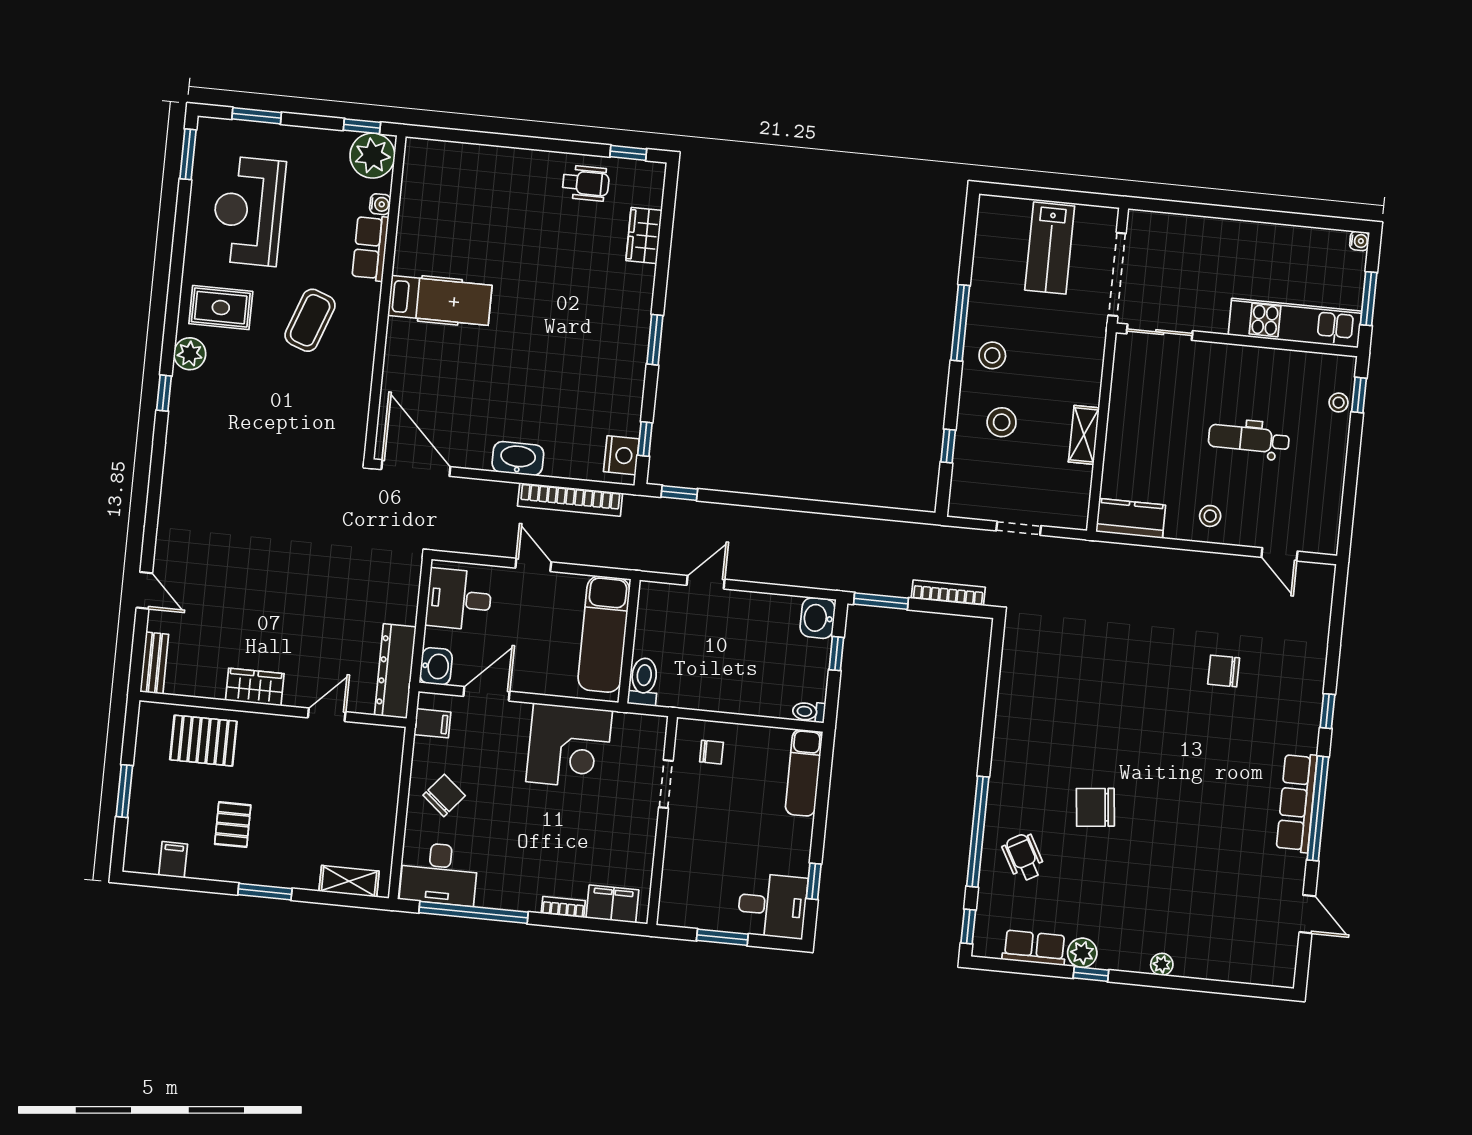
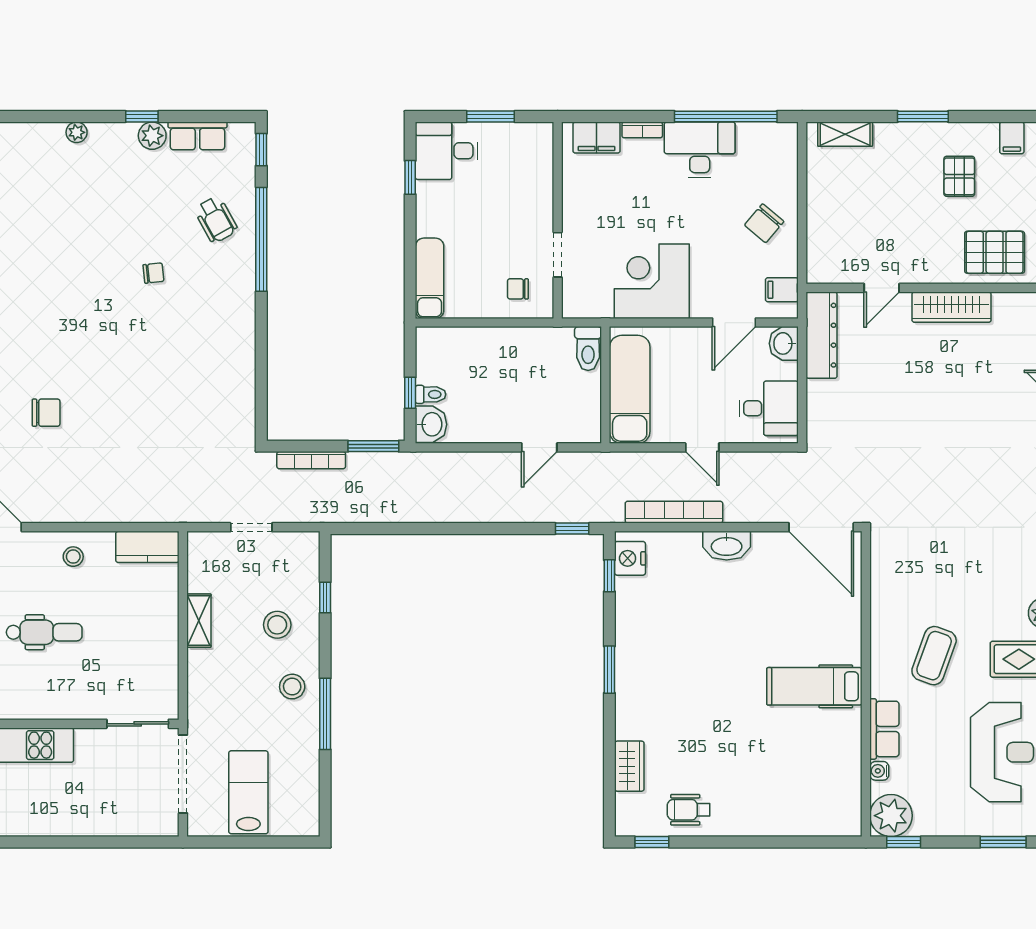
wardrobe: (255, 687) -> (952, 307), width x1.50
toilet: (809, 712) -> (431, 394), moved
chair: (1095, 807) -> (153, 273), width x0.54, depth x0.54
desk: (439, 874) -> (700, 150), moved

